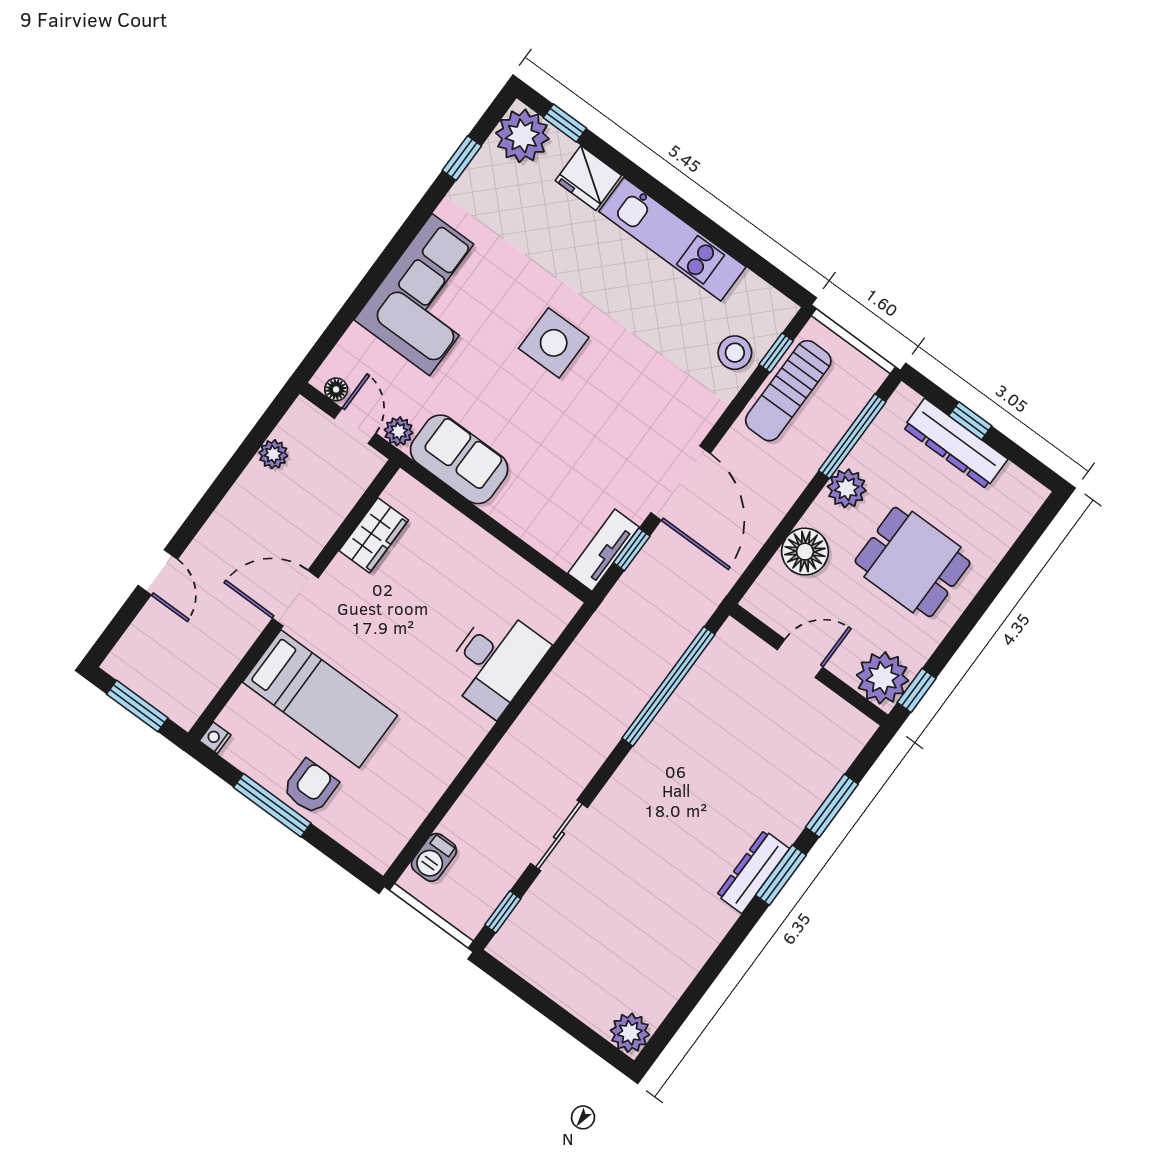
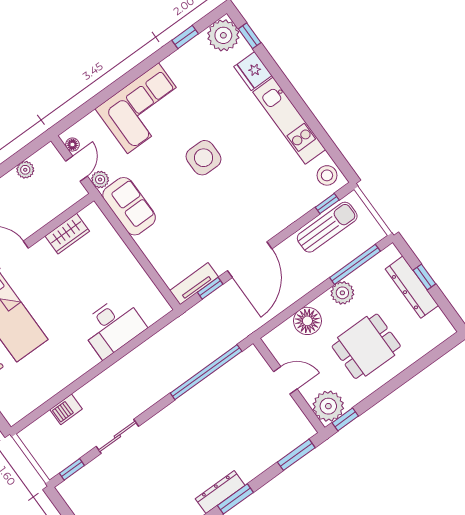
stool: (735, 353) -> (327, 175), moved
sun lounger: (788, 391) -> (327, 227), turned 180
dining table: (913, 562) -> (366, 346), turned 90
window: (832, 806) -> (296, 455), moved
barbecue: (434, 857) -> (66, 409), moved

